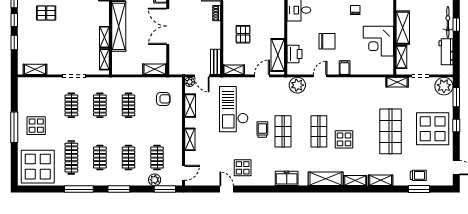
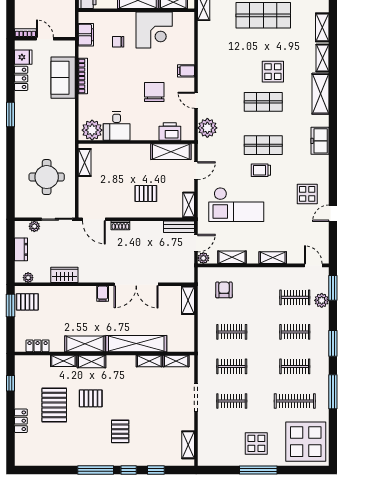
chair: (355, 10) -> (118, 42), moved
door: (262, 76) -> (196, 171), swing flipped

